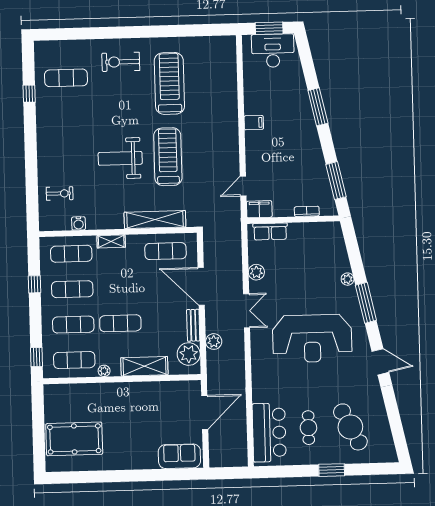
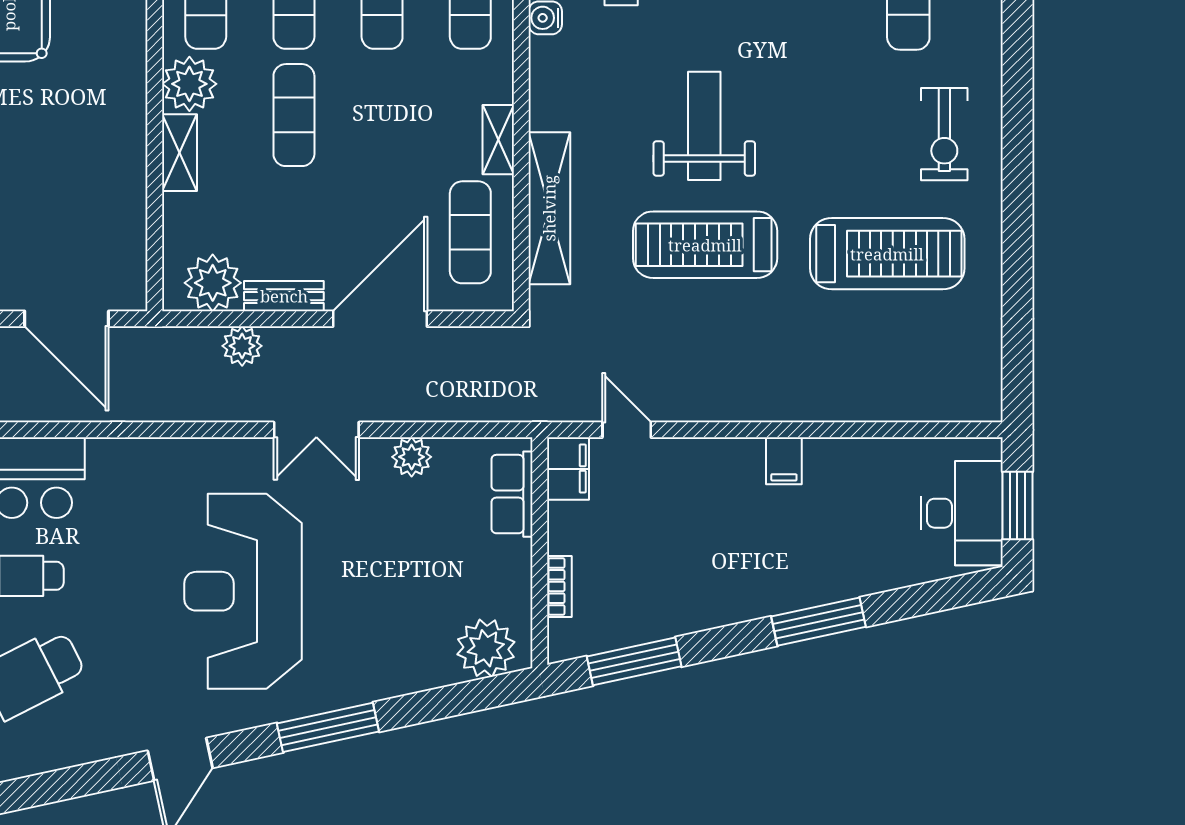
exercise bike: (121, 62) -> (944, 134), turned 180
treadmill: (168, 157) -> (705, 245), turned 180
shelving: (111, 241) -> (498, 140), moved
plant: (348, 279) -> (486, 648), moved, width x1.88, depth x1.88
shelving: (144, 366) -> (179, 153), width x0.67, depth x0.75
plant: (104, 371) -> (189, 84), width x1.88, depth x1.88

